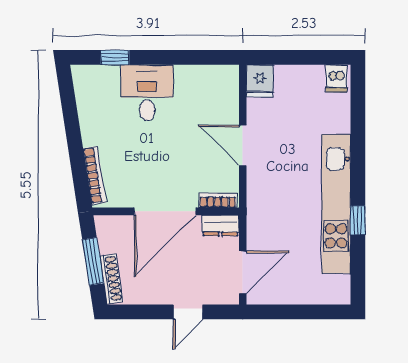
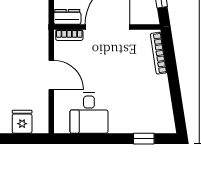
fridge: (260, 81) -> (22, 122), moved
desk: (147, 93) -> (89, 113), moved

